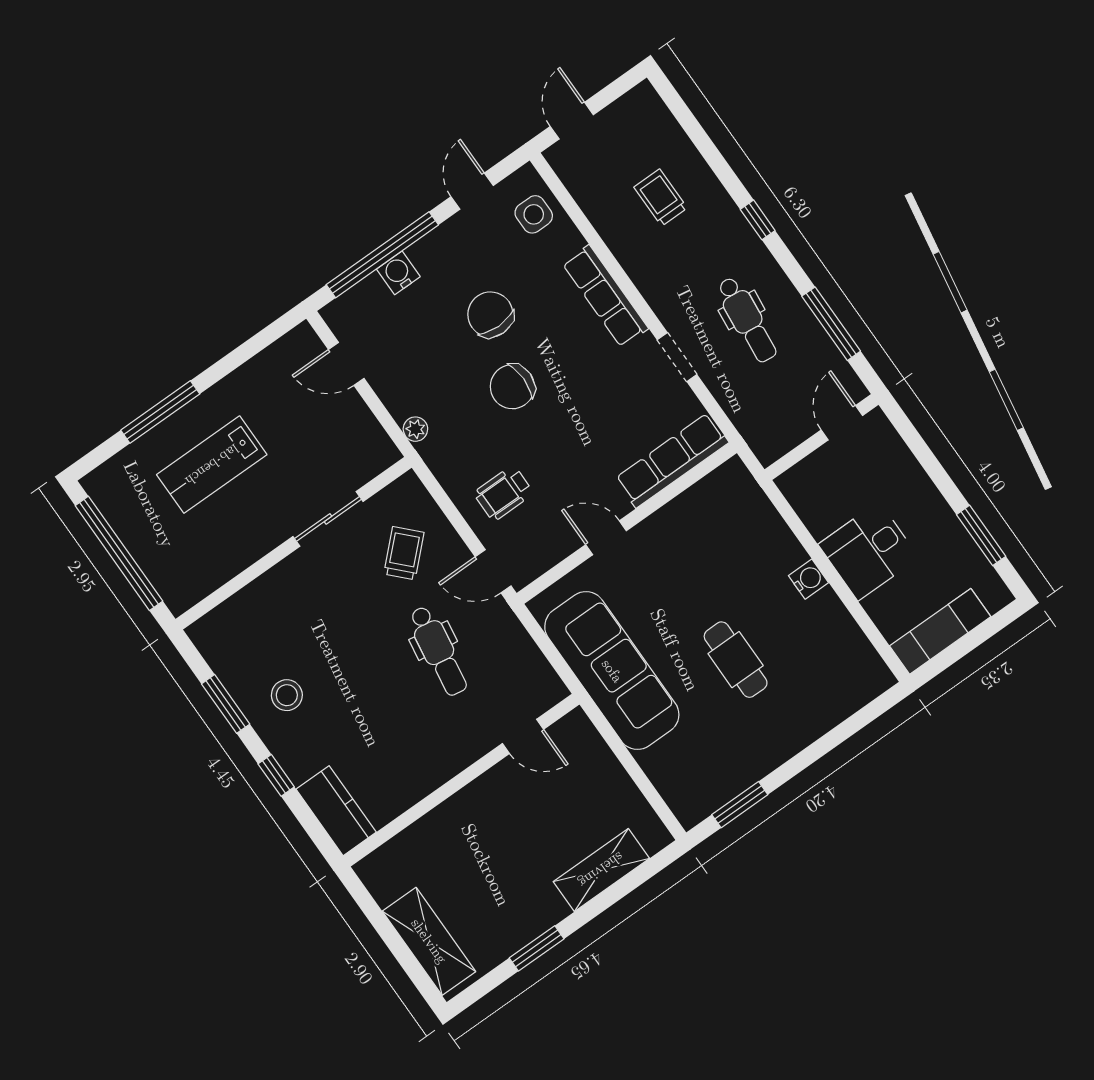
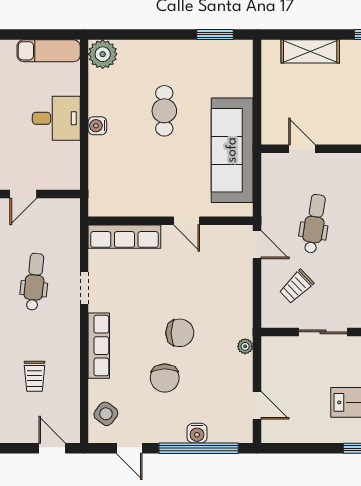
door: (572, 121) -> (52, 448), swing flipped
door: (472, 191) -> (129, 448), hinge flipped
side table: (534, 214) -> (106, 414), turned 37
wheelchair: (504, 493) -> (223, 281), removed
plant: (867, 676) -> (103, 54), added

